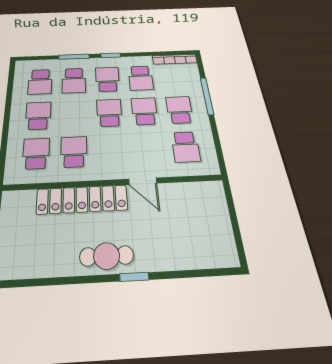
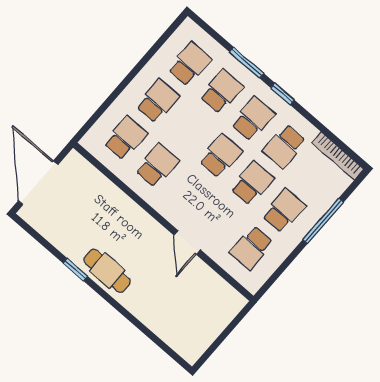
school desk: (74, 81) -> (221, 91), turned 180
school desk: (40, 82) -> (190, 64), turned 180
locker: (82, 200) -> (127, 212), removed
window: (134, 277) -> (75, 270), moved

